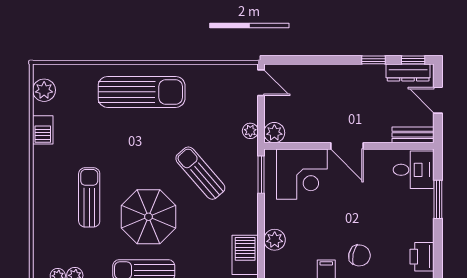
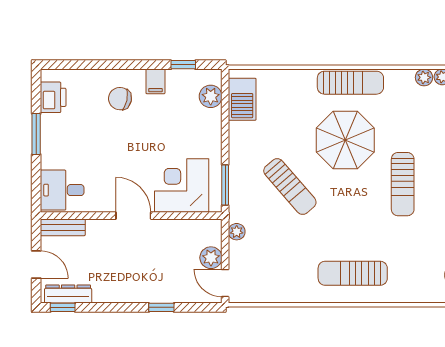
window: (374, 60) -> (161, 307), moved
sun lounger: (142, 92) -> (353, 273), width x0.73, depth x0.75
plant: (274, 133) -> (211, 258), moved
sun lounger: (89, 197) -> (403, 184), moved
window: (438, 199) -> (36, 134), moved
plant: (275, 240) -> (211, 96), moved

